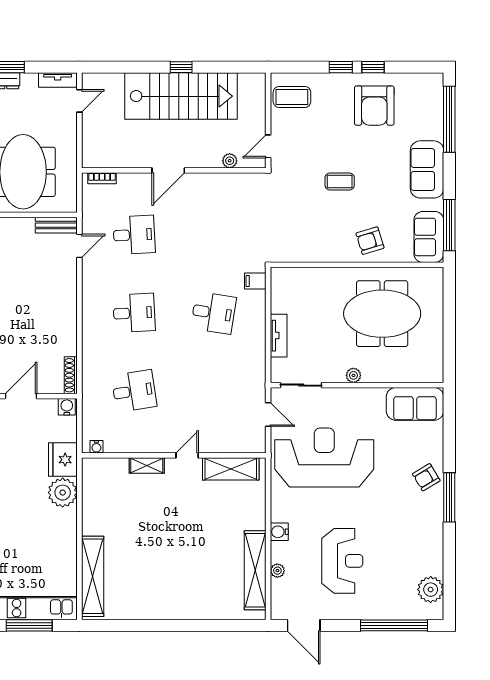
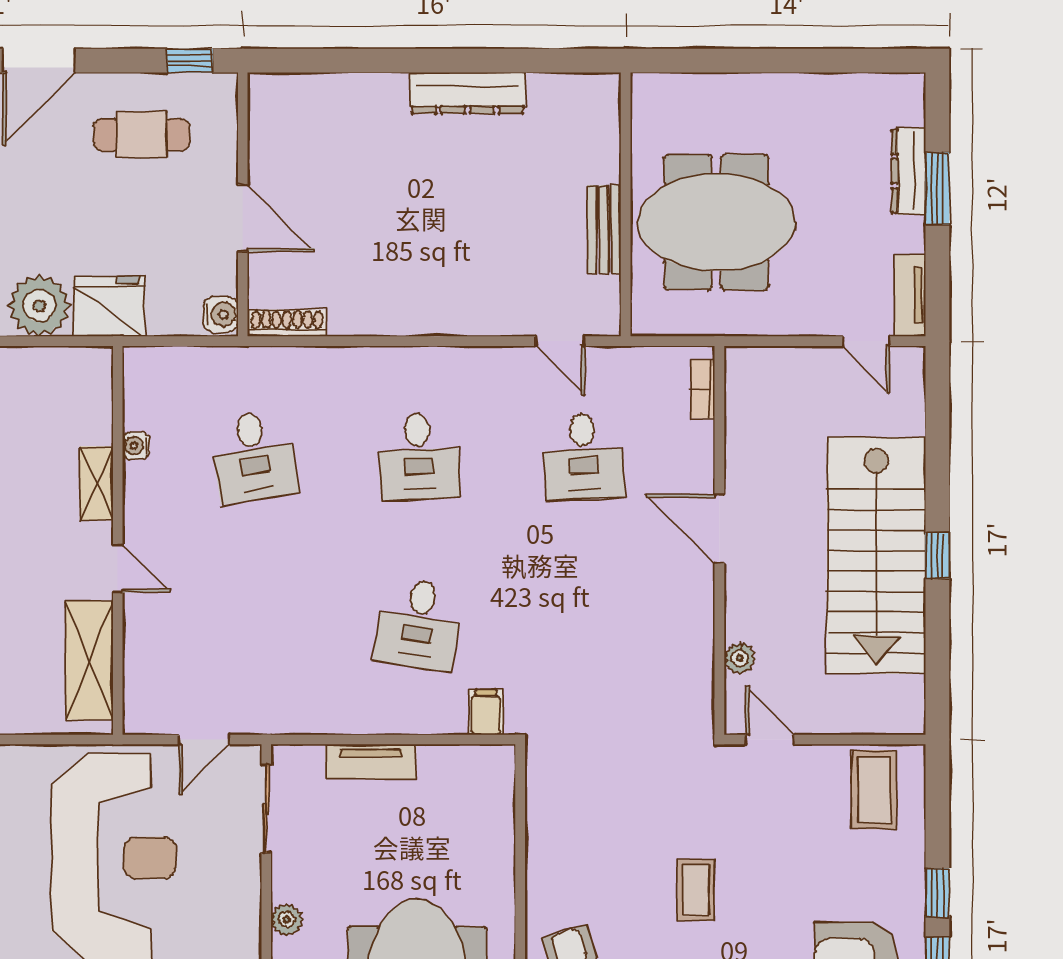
bench: (56, 225) -> (604, 229), moved
water cooler: (96, 447) -> (136, 446), moved

